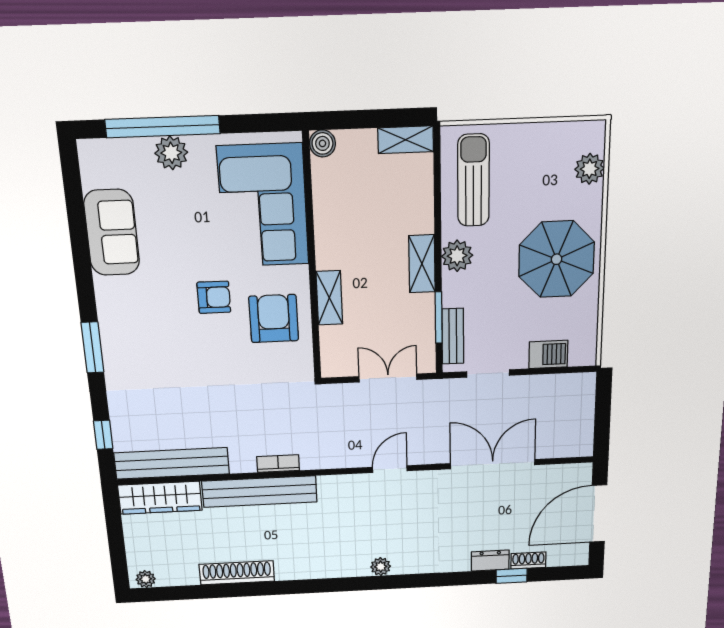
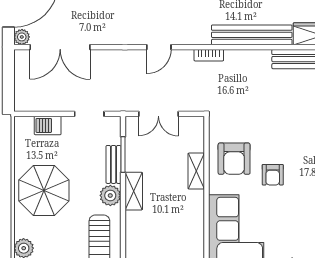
armchair: (214, 297) -> (273, 175), turned -90
bench: (453, 336) -> (113, 164), moved
bookcase: (278, 464) -> (209, 55), moved
double door: (493, 464) -> (60, 47), moved
plant: (581, 473) -> (22, 37), added

